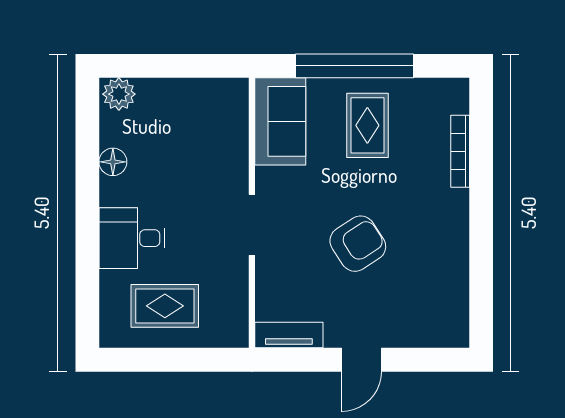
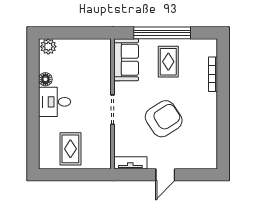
desk: (132, 238) -> (55, 102), moved
armchair: (358, 244) -> (164, 119), width x1.36, depth x1.36
rug: (165, 306) -> (70, 149), turned 90

